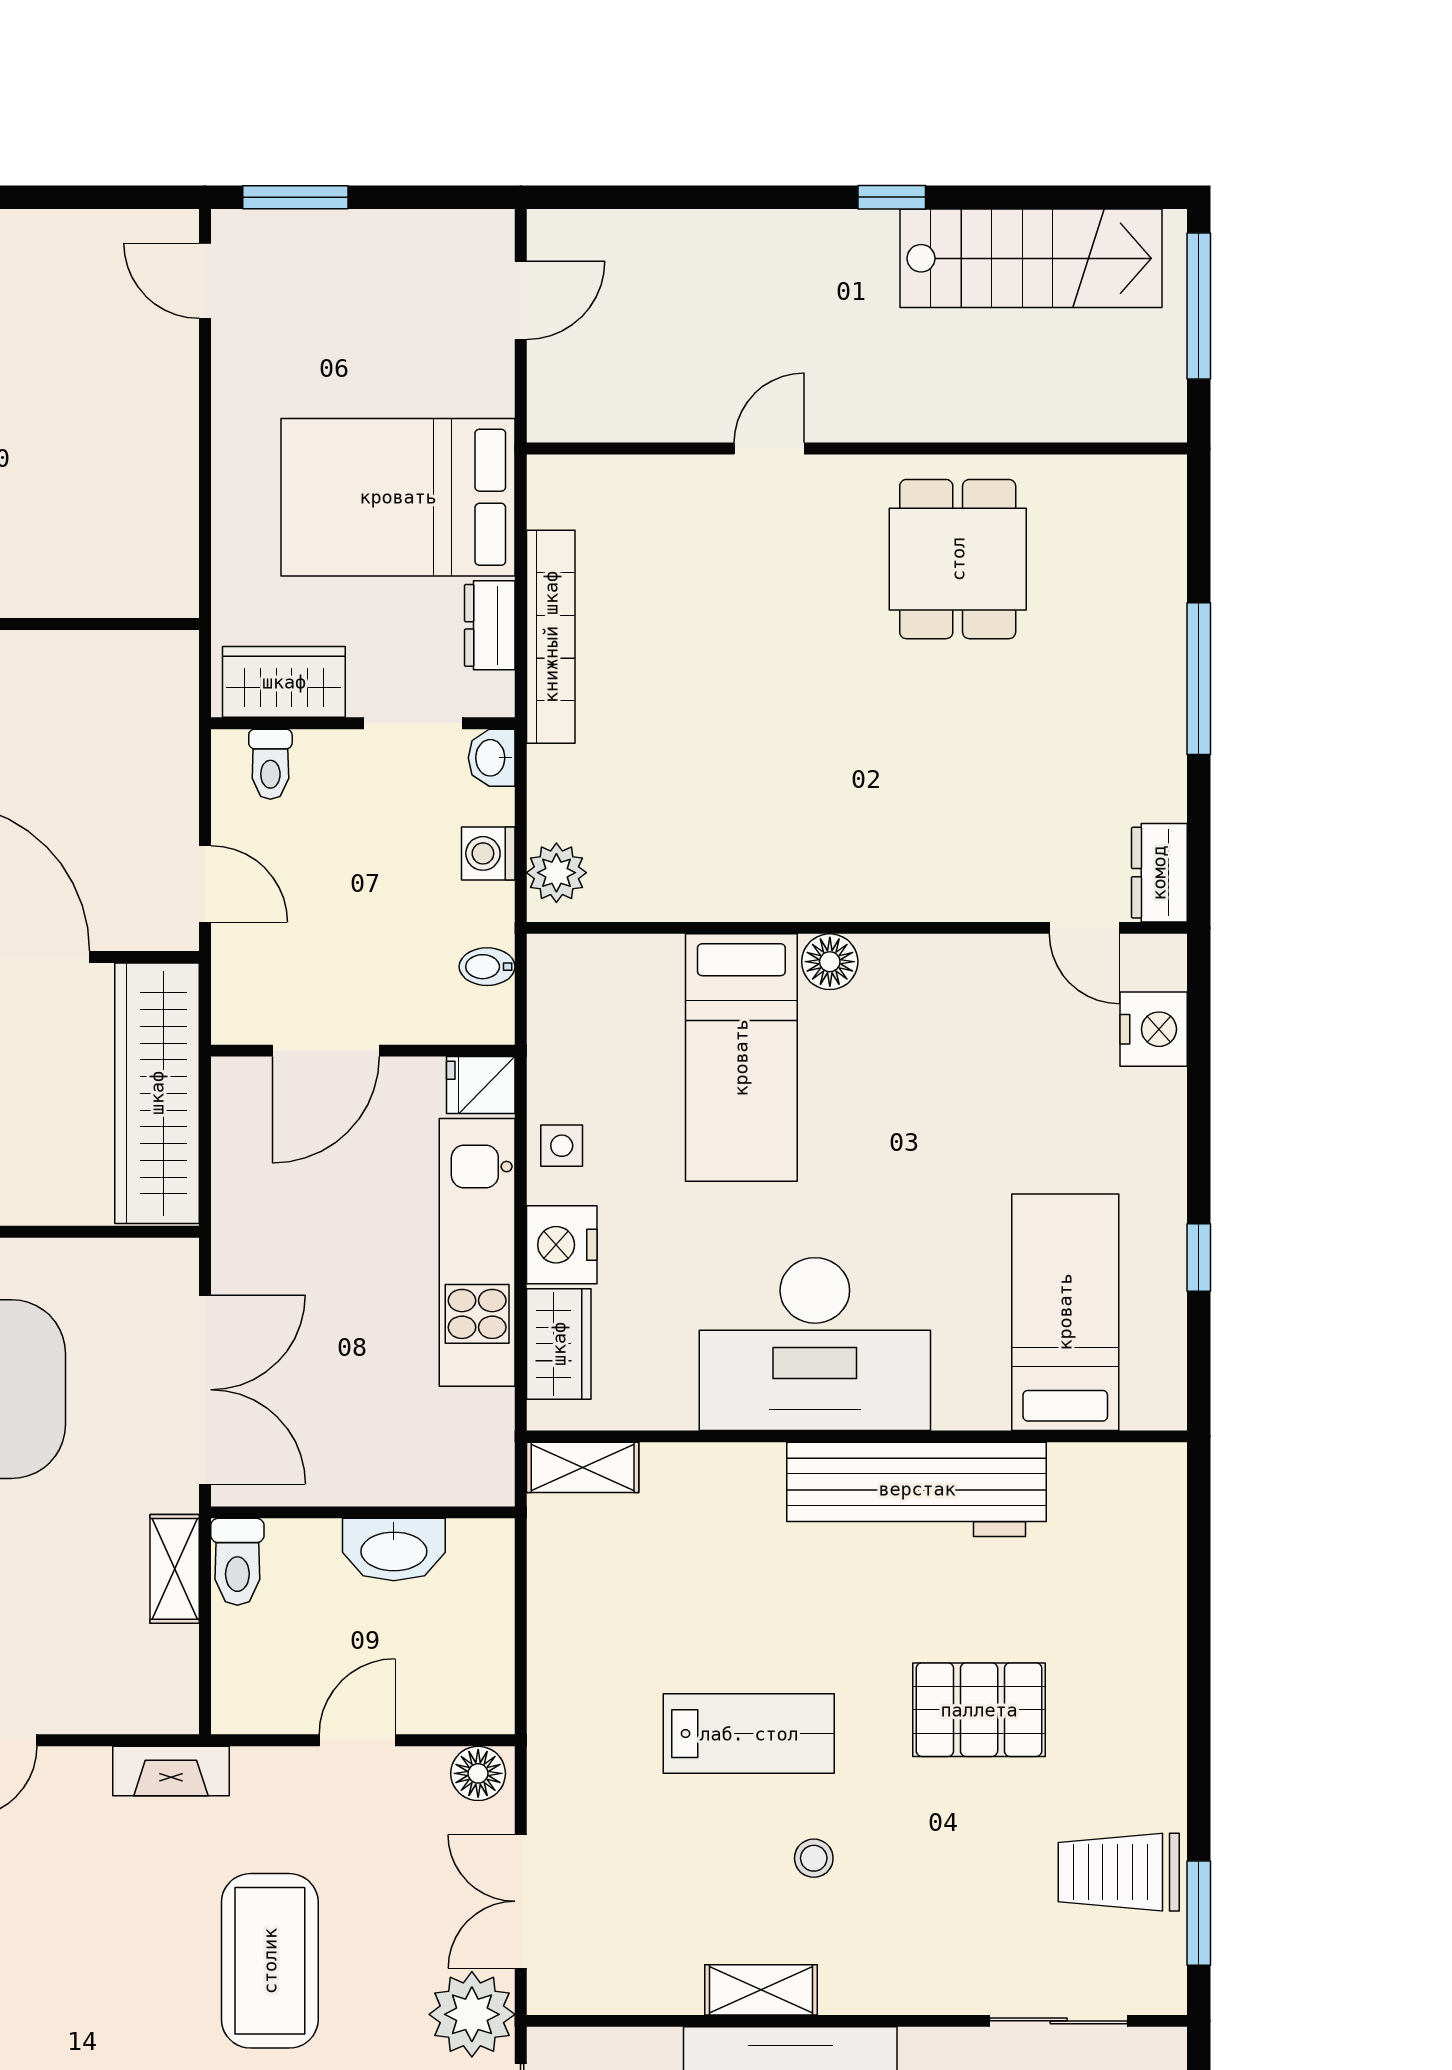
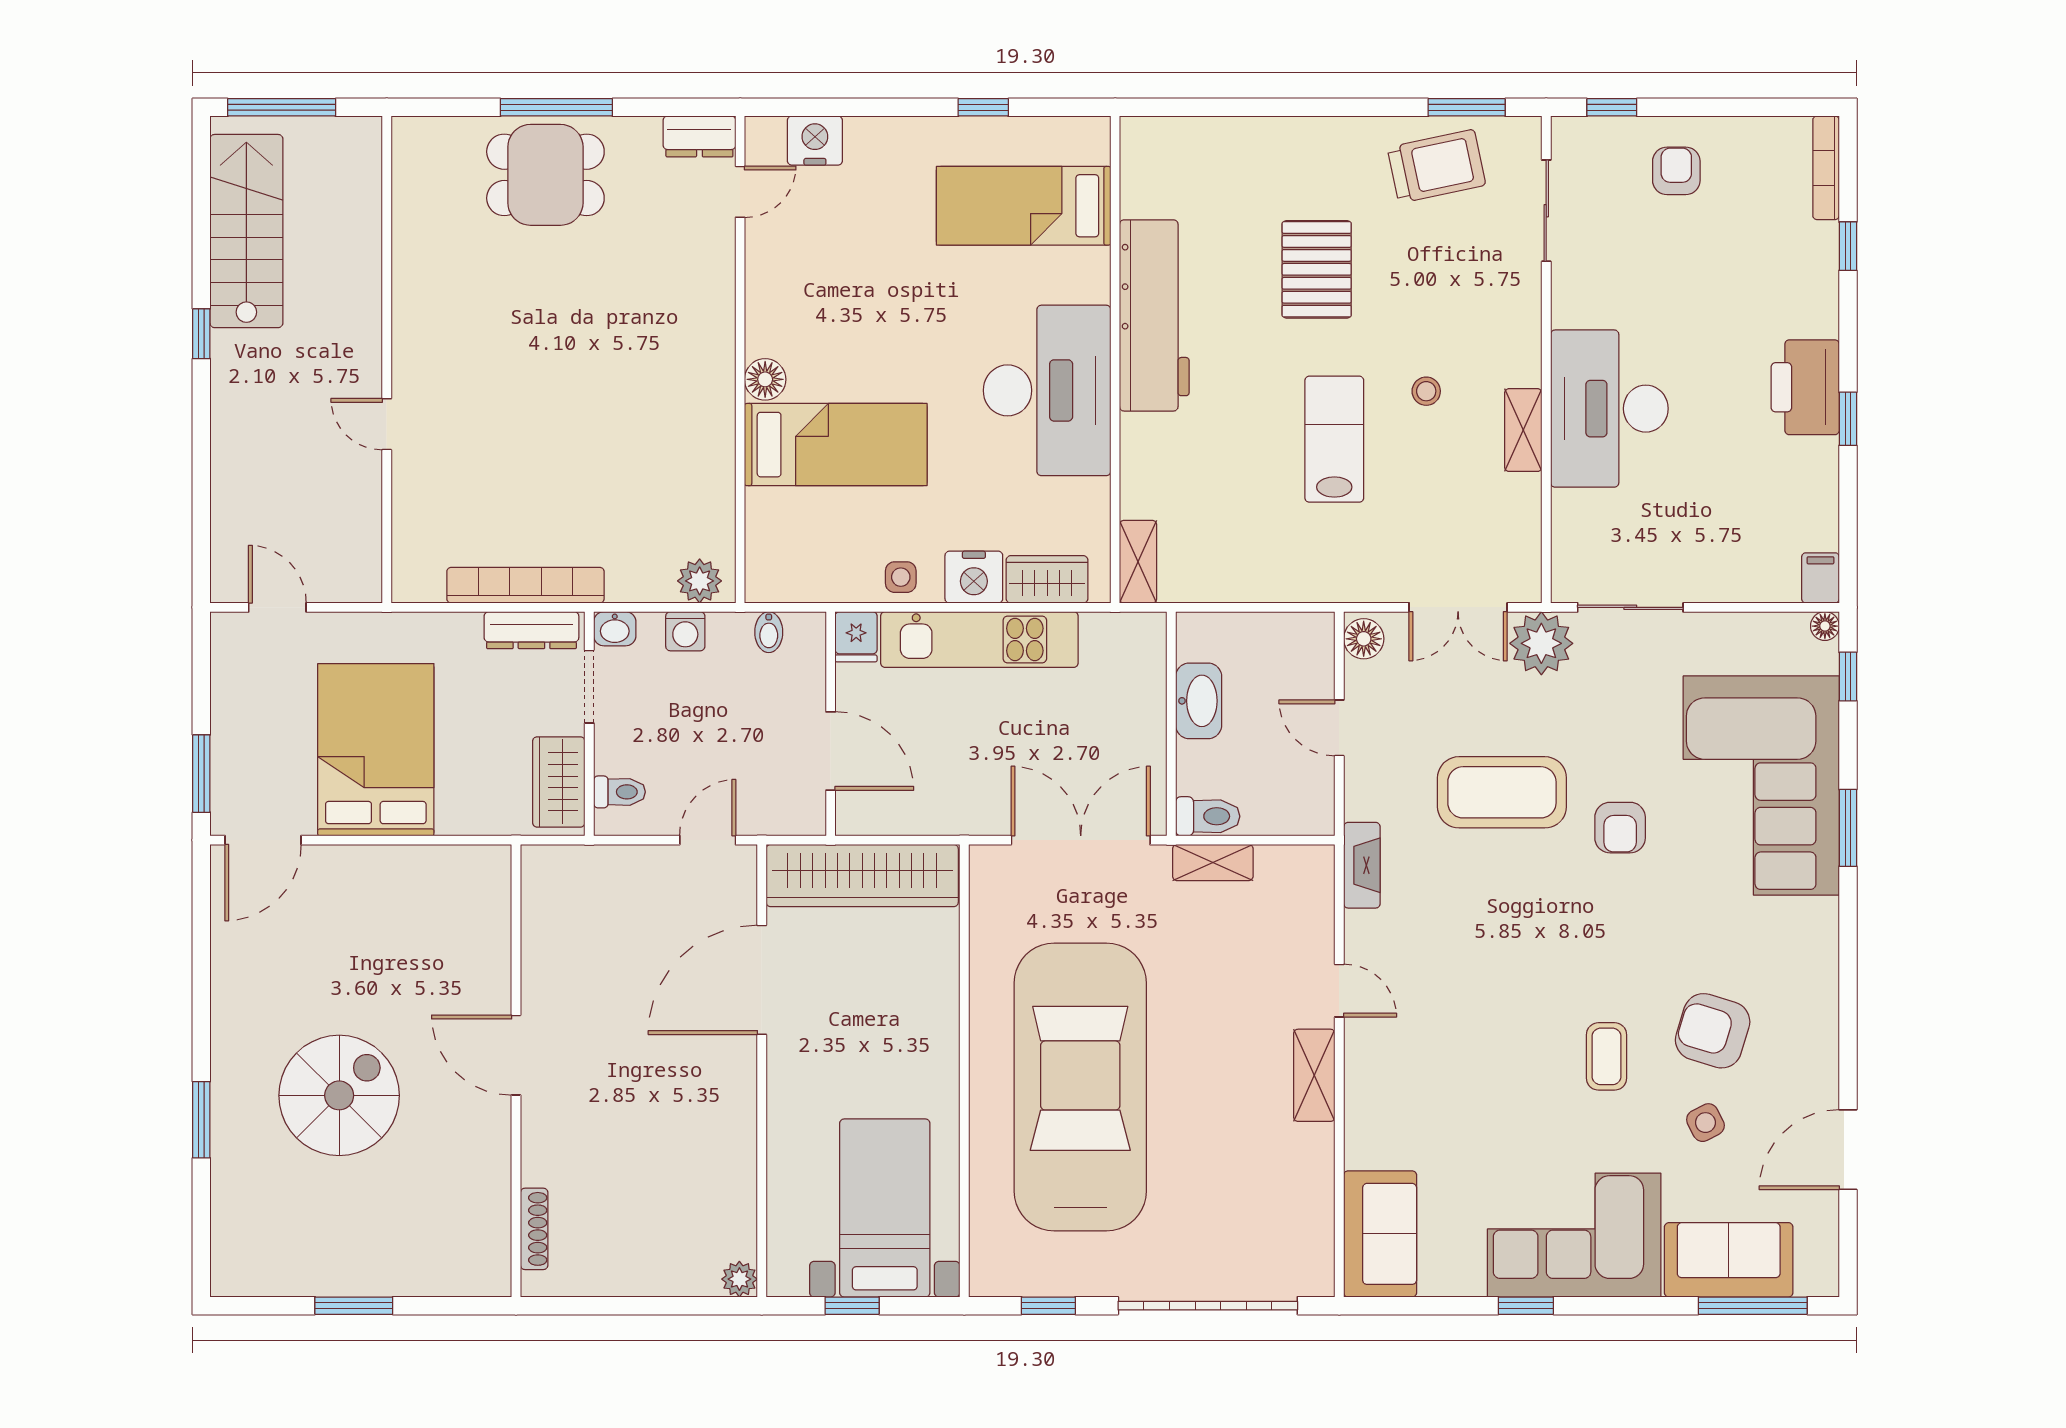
door: (205, 281) -> (263, 840), width x1.38
bed: (398, 497) -> (376, 750), moved, turned 180
dining table: (958, 559) -> (545, 175), moved
dresser: (490, 625) -> (531, 630), width x1.44
trolley: (1119, 1872) -> (1436, 166), turned -102

